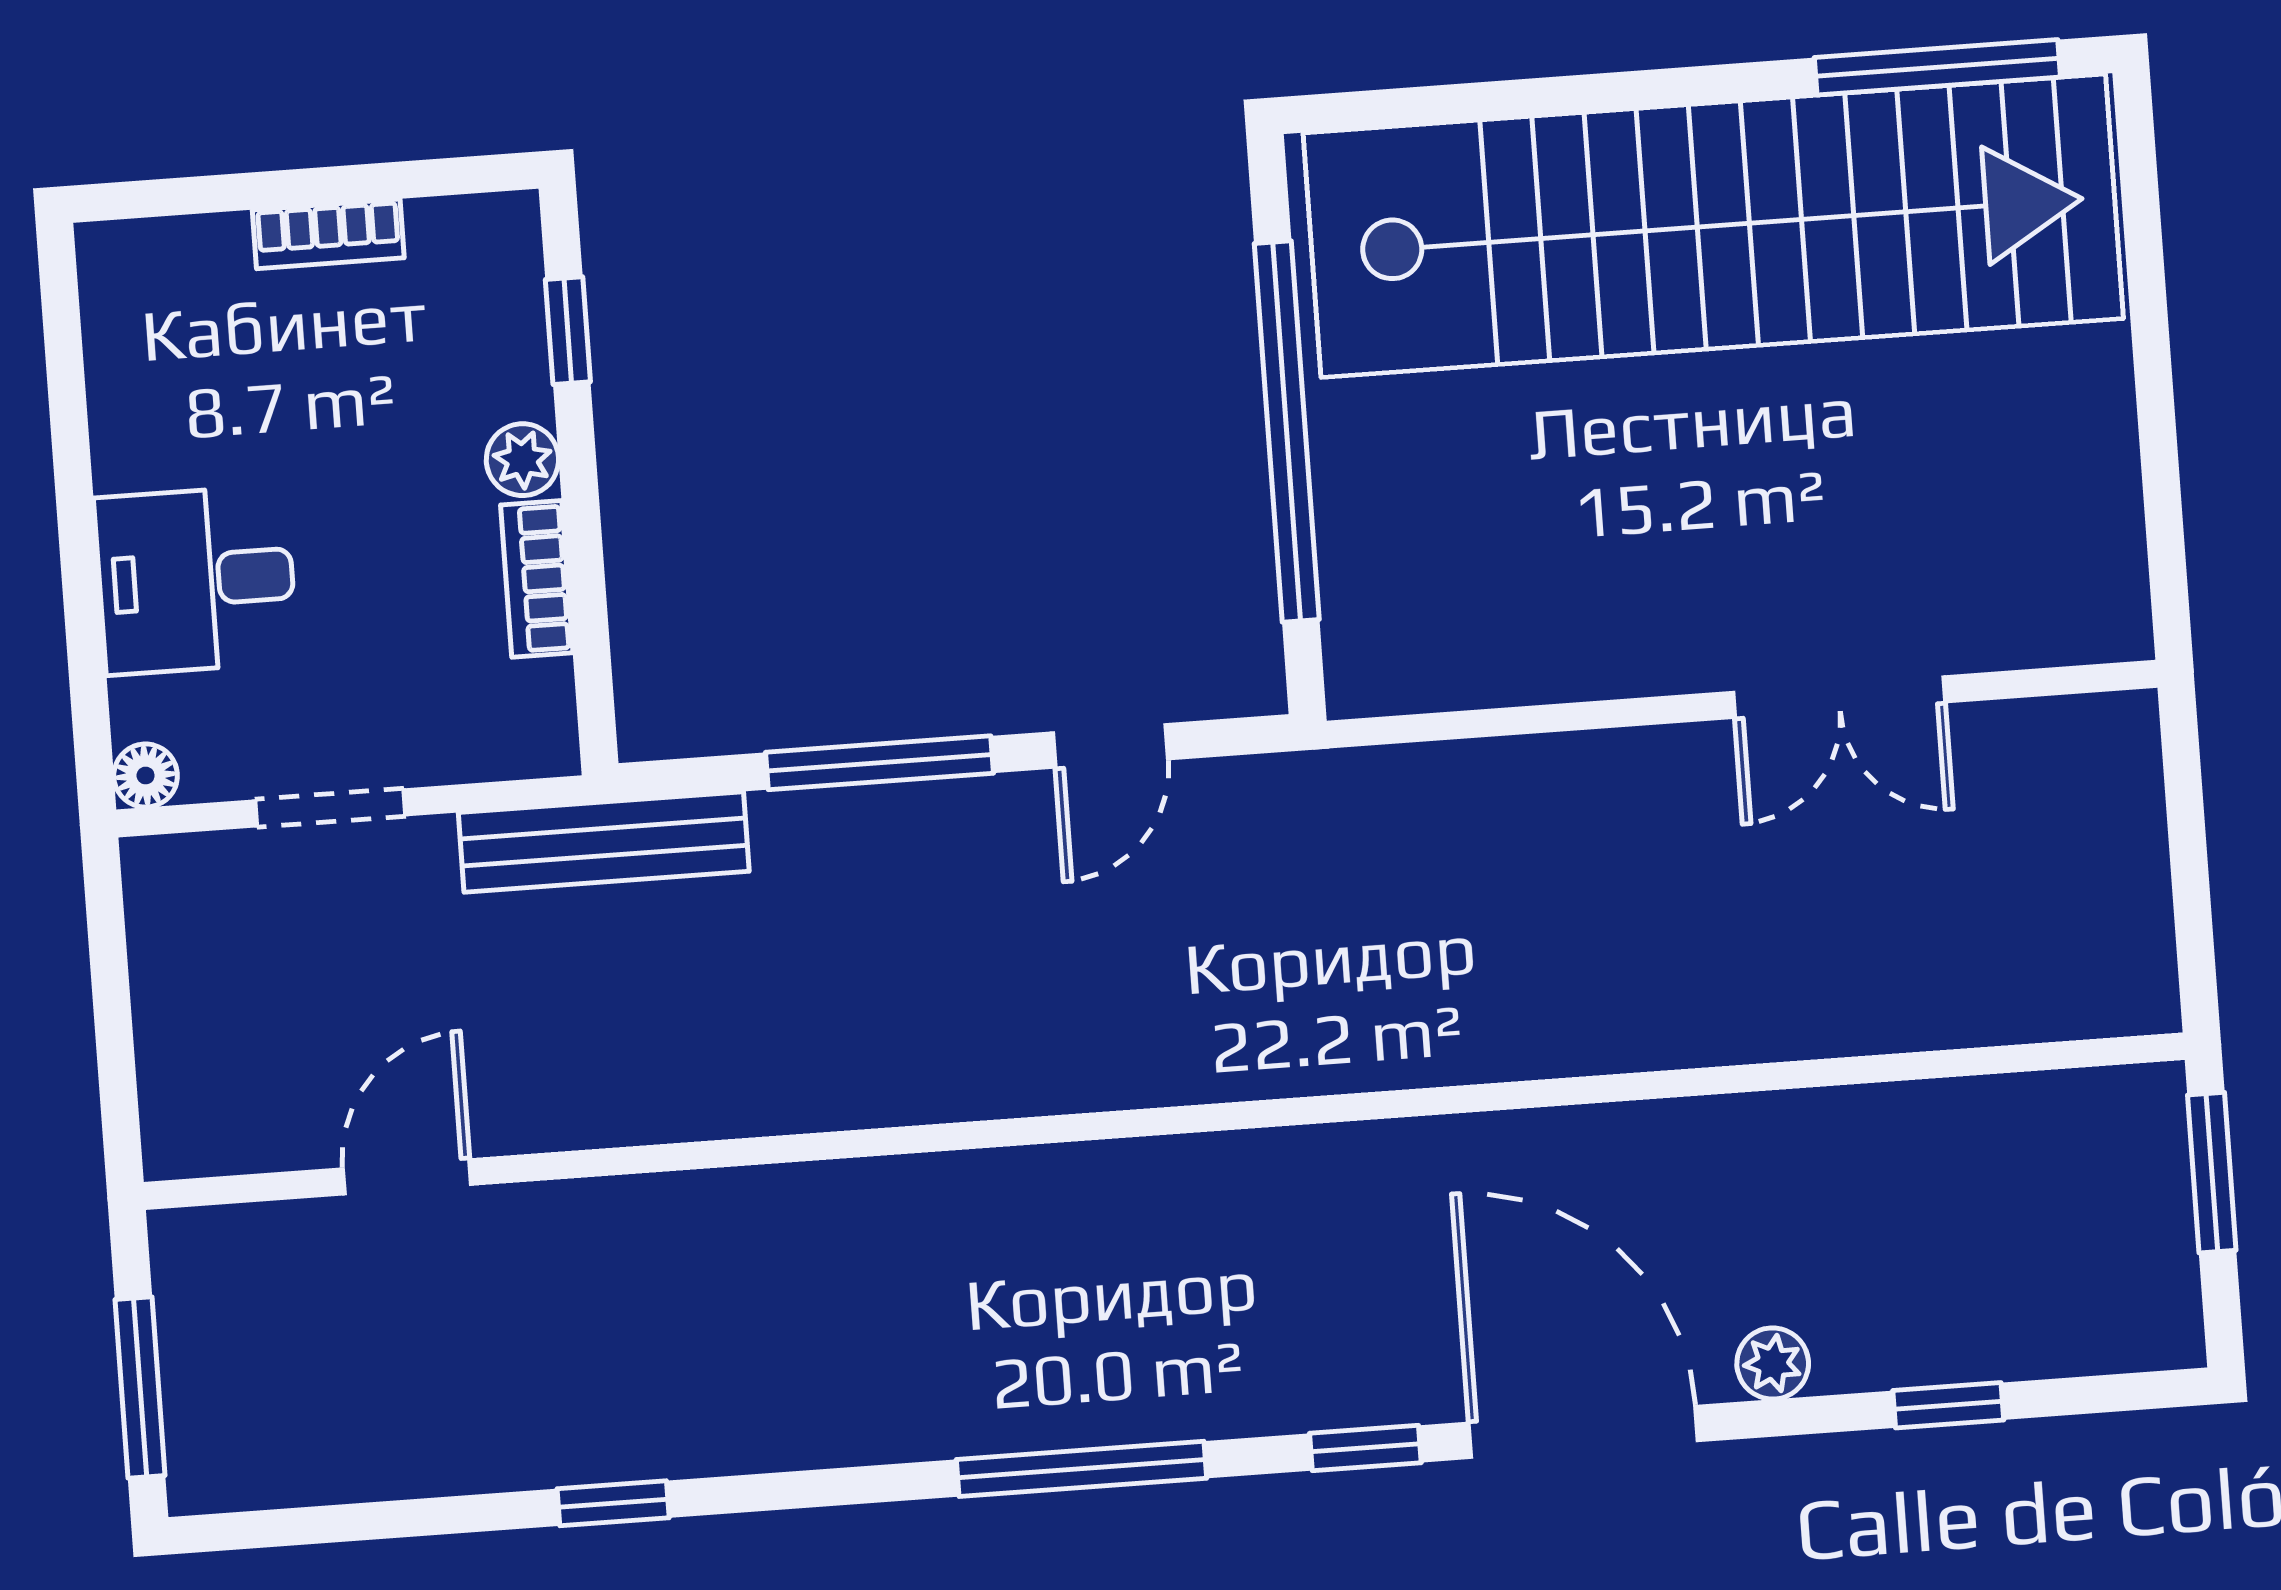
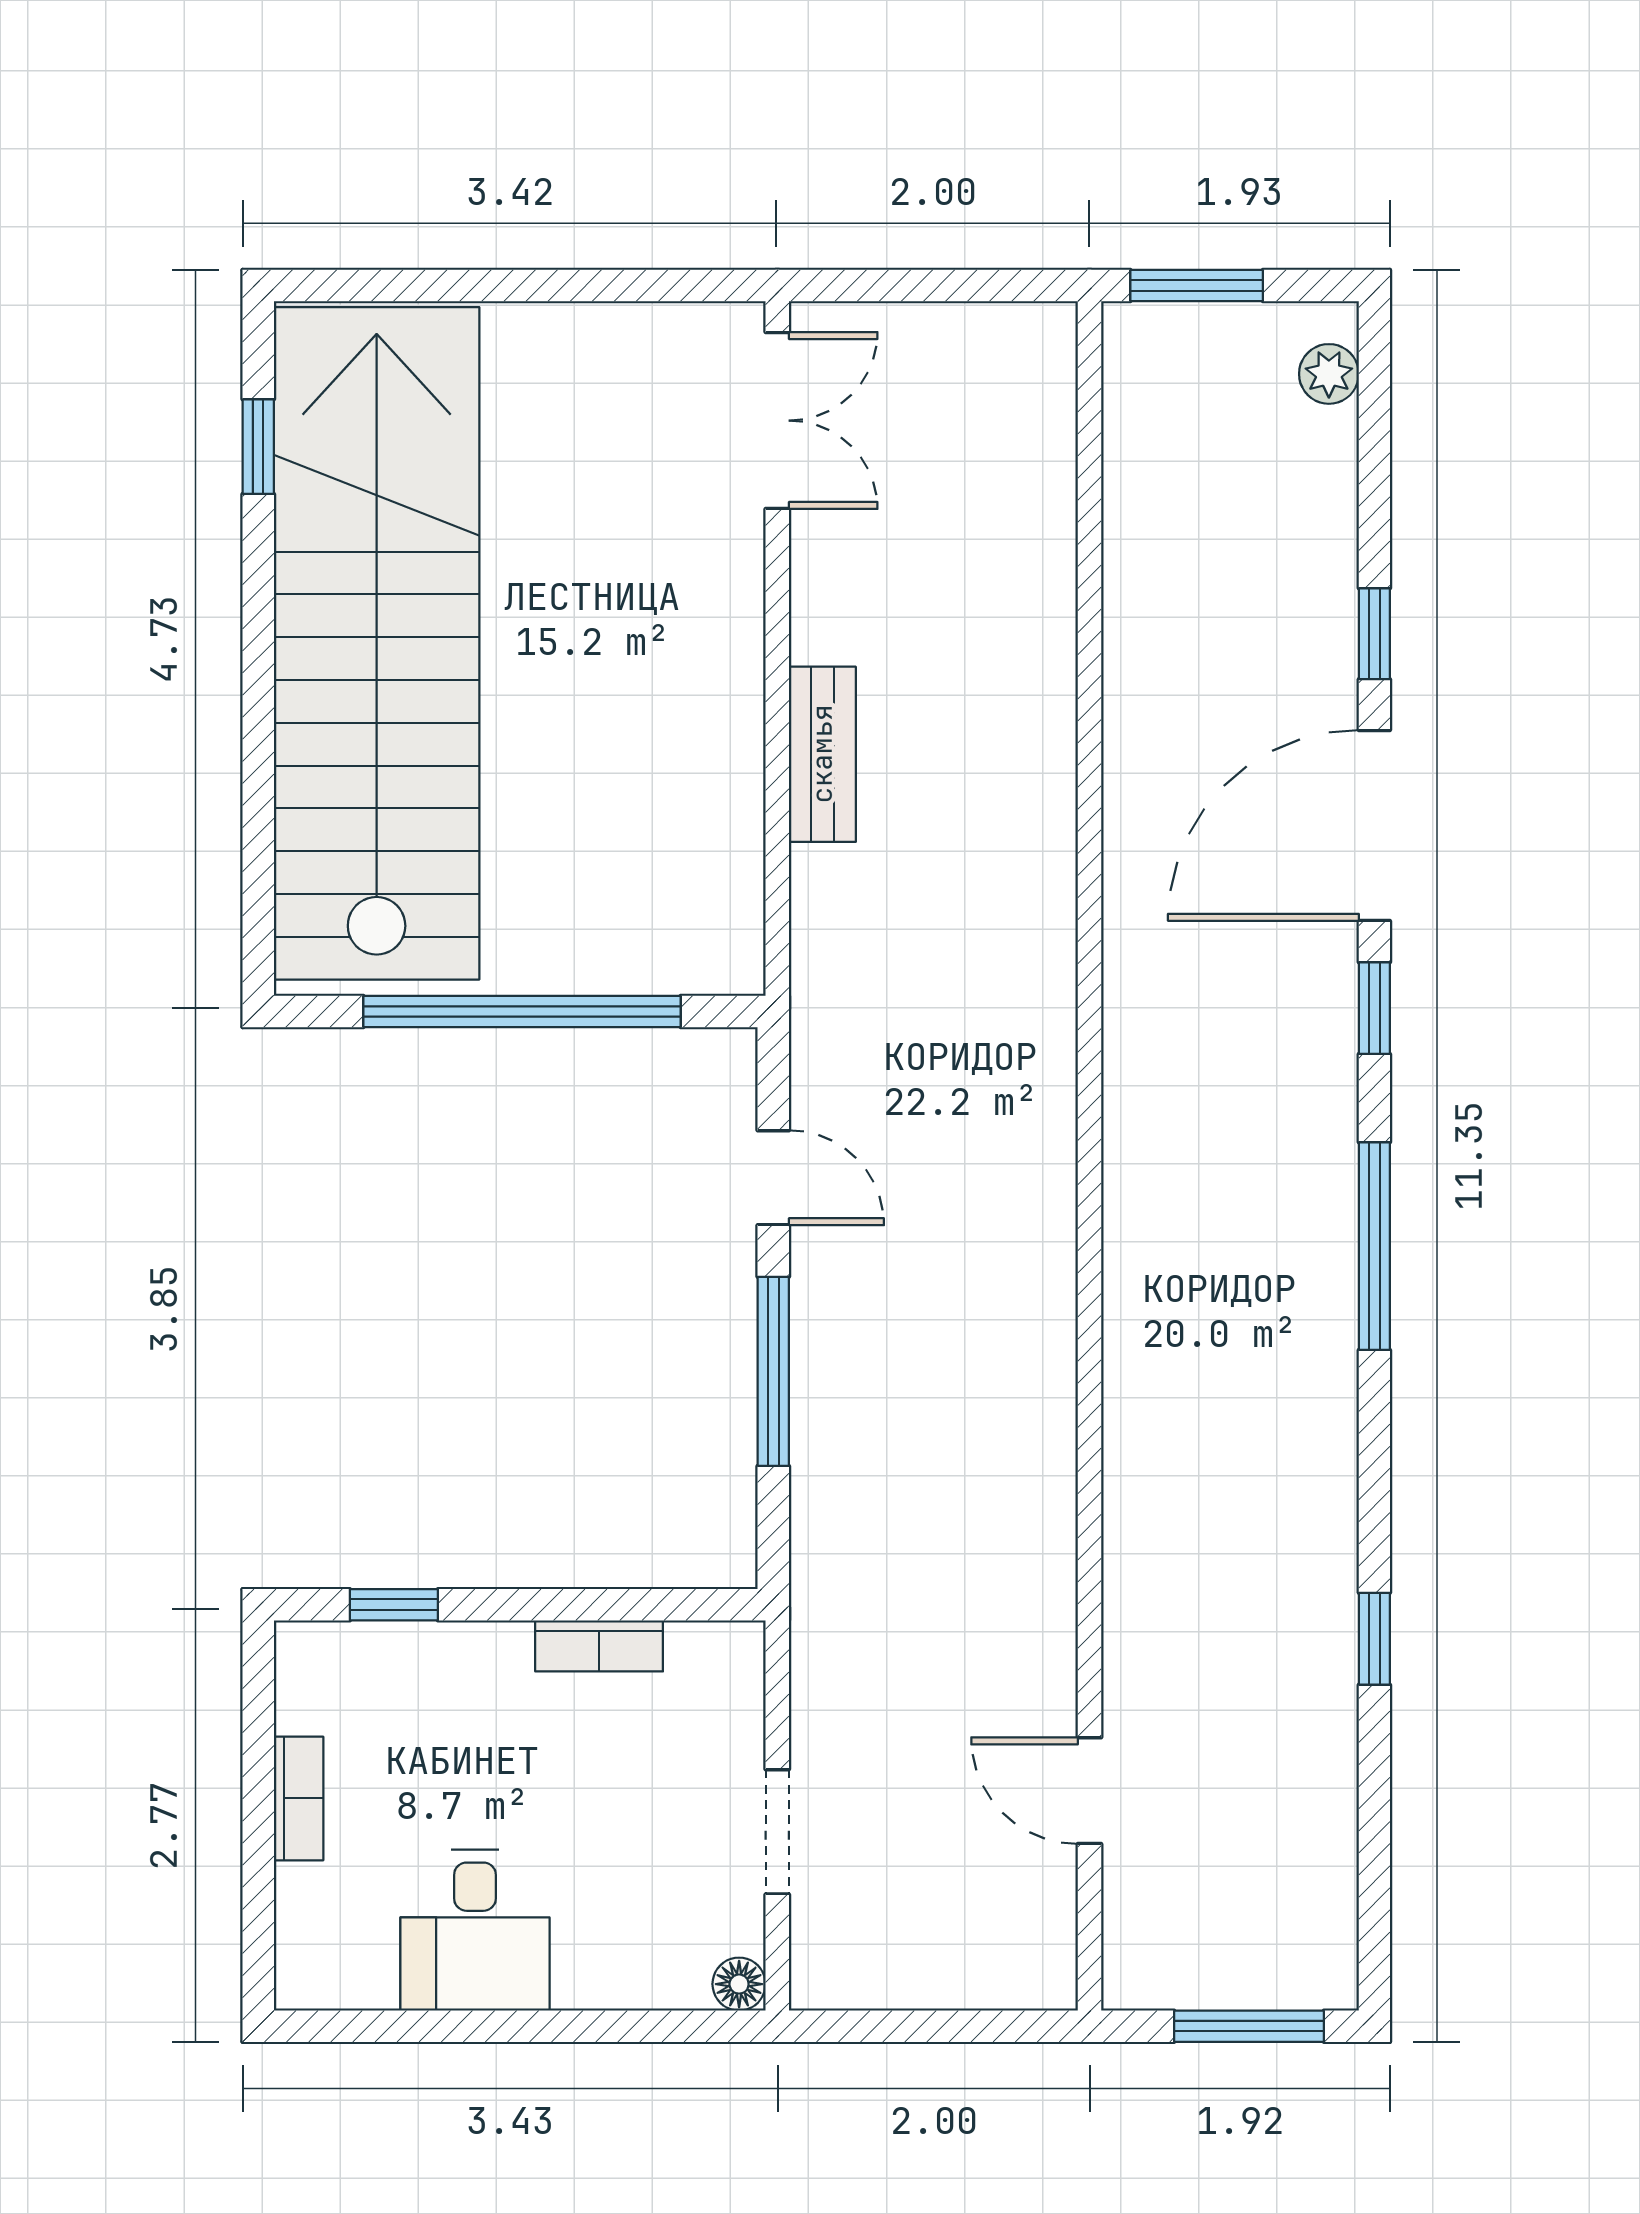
window: (1937, 67) -> (258, 447), width x0.46
plant: (522, 460) -> (499, 1650), removed
desk: (196, 580) -> (475, 1930), moved
double door: (1839, 697) -> (777, 421), moved
bench: (604, 842) -> (822, 754), moved, width x0.73
plant: (1773, 1363) -> (1329, 374), moved
window: (1948, 1405) -> (1374, 634), moved

